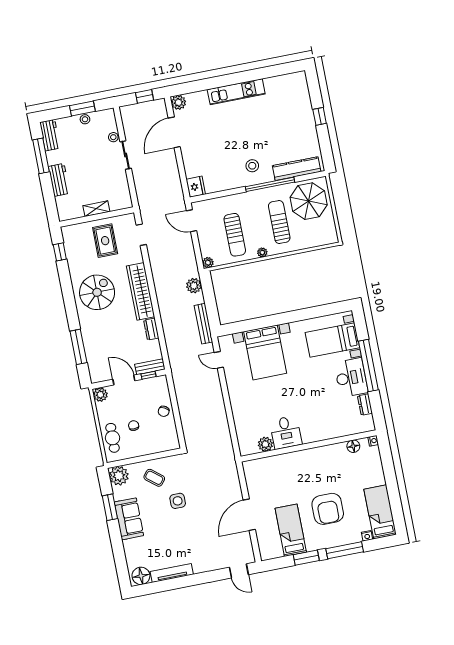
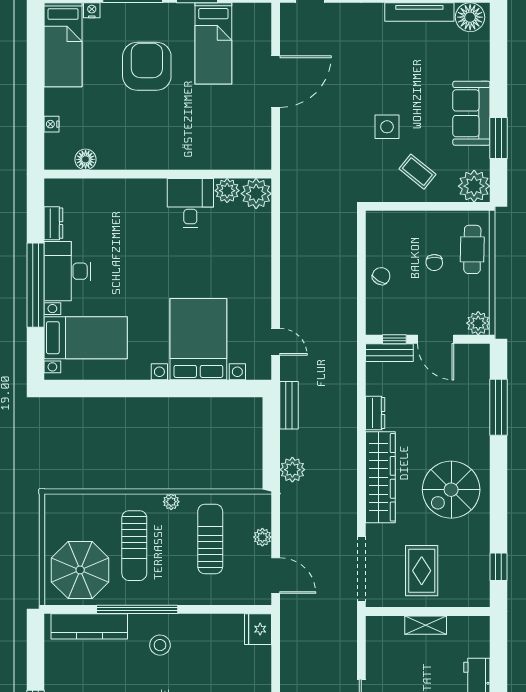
doorway: (141, 235) -> (361, 569), width x1.87
plant: (208, 263) -> (262, 537), moved
bench: (203, 324) -> (289, 405), width x0.73
nightstand: (373, 441) -> (52, 124), moved
plant: (248, 446) -> (256, 194), added

